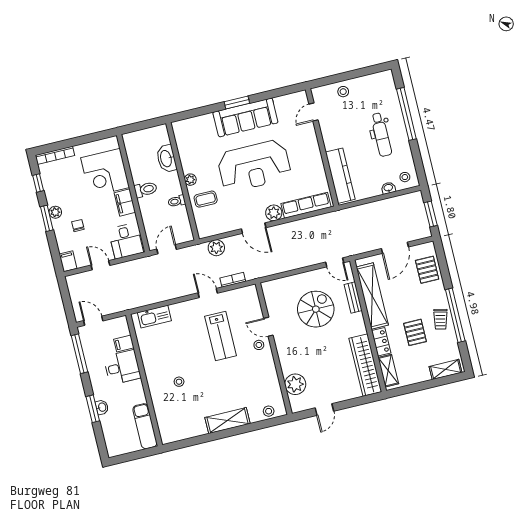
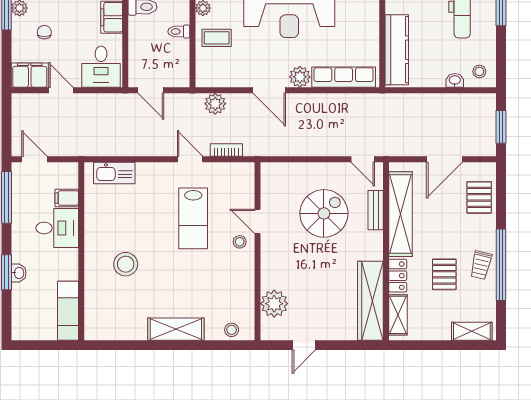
door: (167, 249) -> (151, 90), swing flipped
filing cabinet: (68, 261) -> (30, 75), width x2.00
stool: (179, 382) -> (126, 264), width x1.89, depth x1.89

